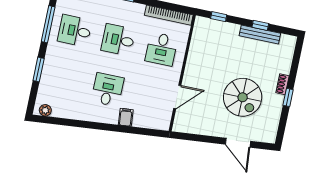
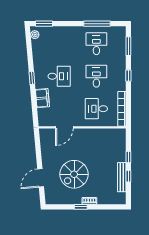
window: (219, 17) -> (128, 157), moved
window: (39, 70) -> (44, 24), moved
door: (177, 97) -> (64, 127), hinge flipped
filing cabinet: (126, 117) -> (42, 98), width x2.00
window: (102, 126) -> (32, 78), added

